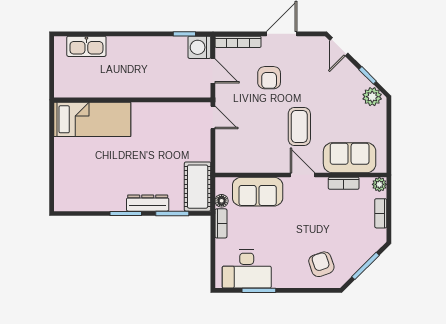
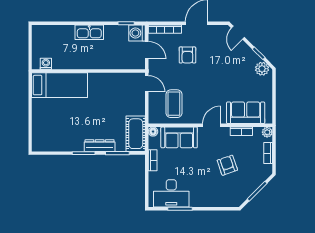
kitchen sink: (86, 46) -> (89, 32), moved
washing machine: (73, 90) -> (46, 64), added
coffee table: (299, 127) -> (174, 104), moved
door: (303, 175) -> (212, 125), hinge flipped
floor lamp: (222, 201) -> (153, 132), moved
armchair: (321, 264) -> (227, 165), moved

